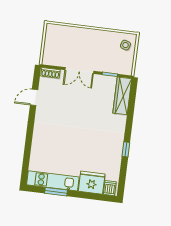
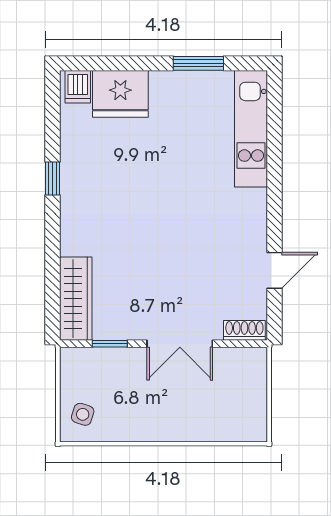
double door: (79, 71) -> (180, 344), swing flipped
kitchen unit: (53, 181) -> (251, 129), moved, turned 90

